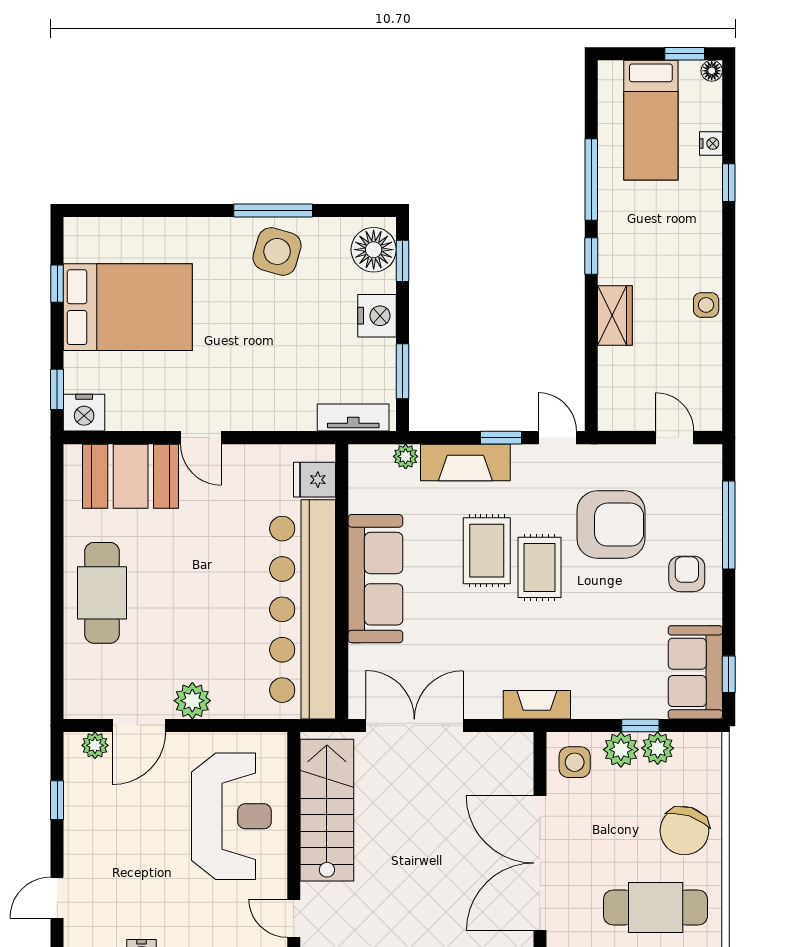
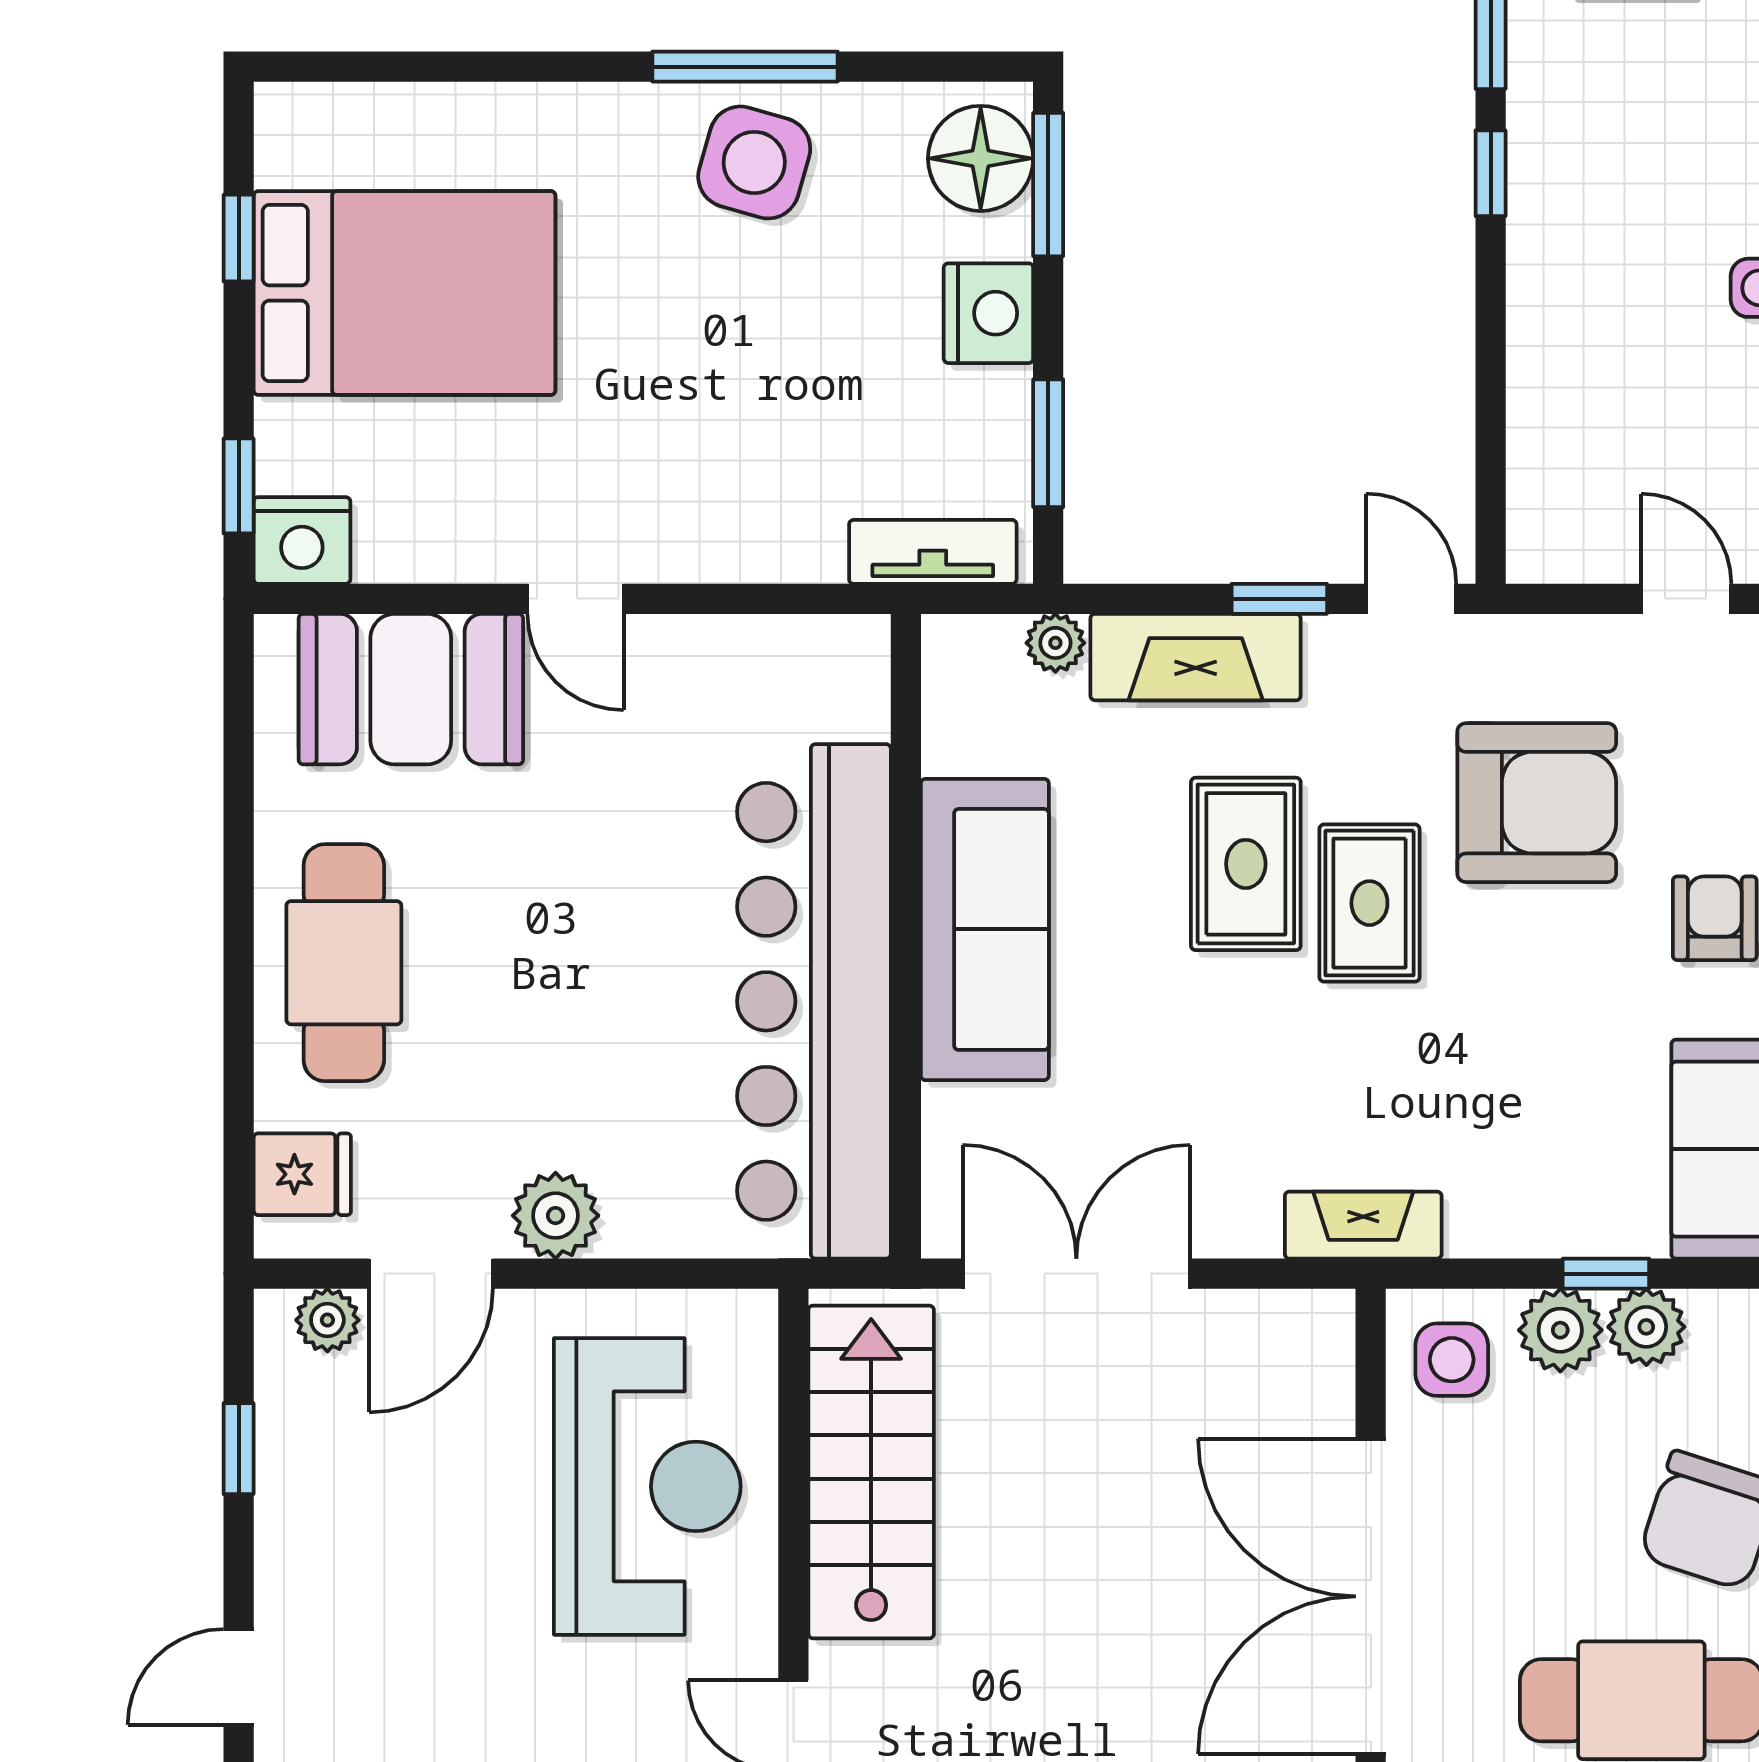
window: (402, 261) -> (1048, 185), width x1.50
wardrobe: (615, 316) -> (1546, 313), removed
fridge: (315, 480) -> (302, 1174), moved, turned 180

